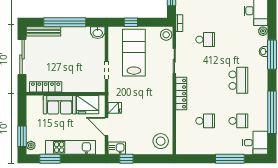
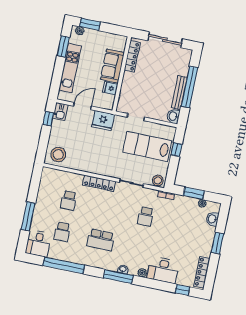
bench: (44, 31) -> (179, 93), moved
lab bench: (134, 53) -> (147, 146), turned 180
fridge: (88, 105) -> (110, 88), width x0.53, depth x0.75
fridge: (115, 108) -> (103, 121), width x1.88, depth x1.34

